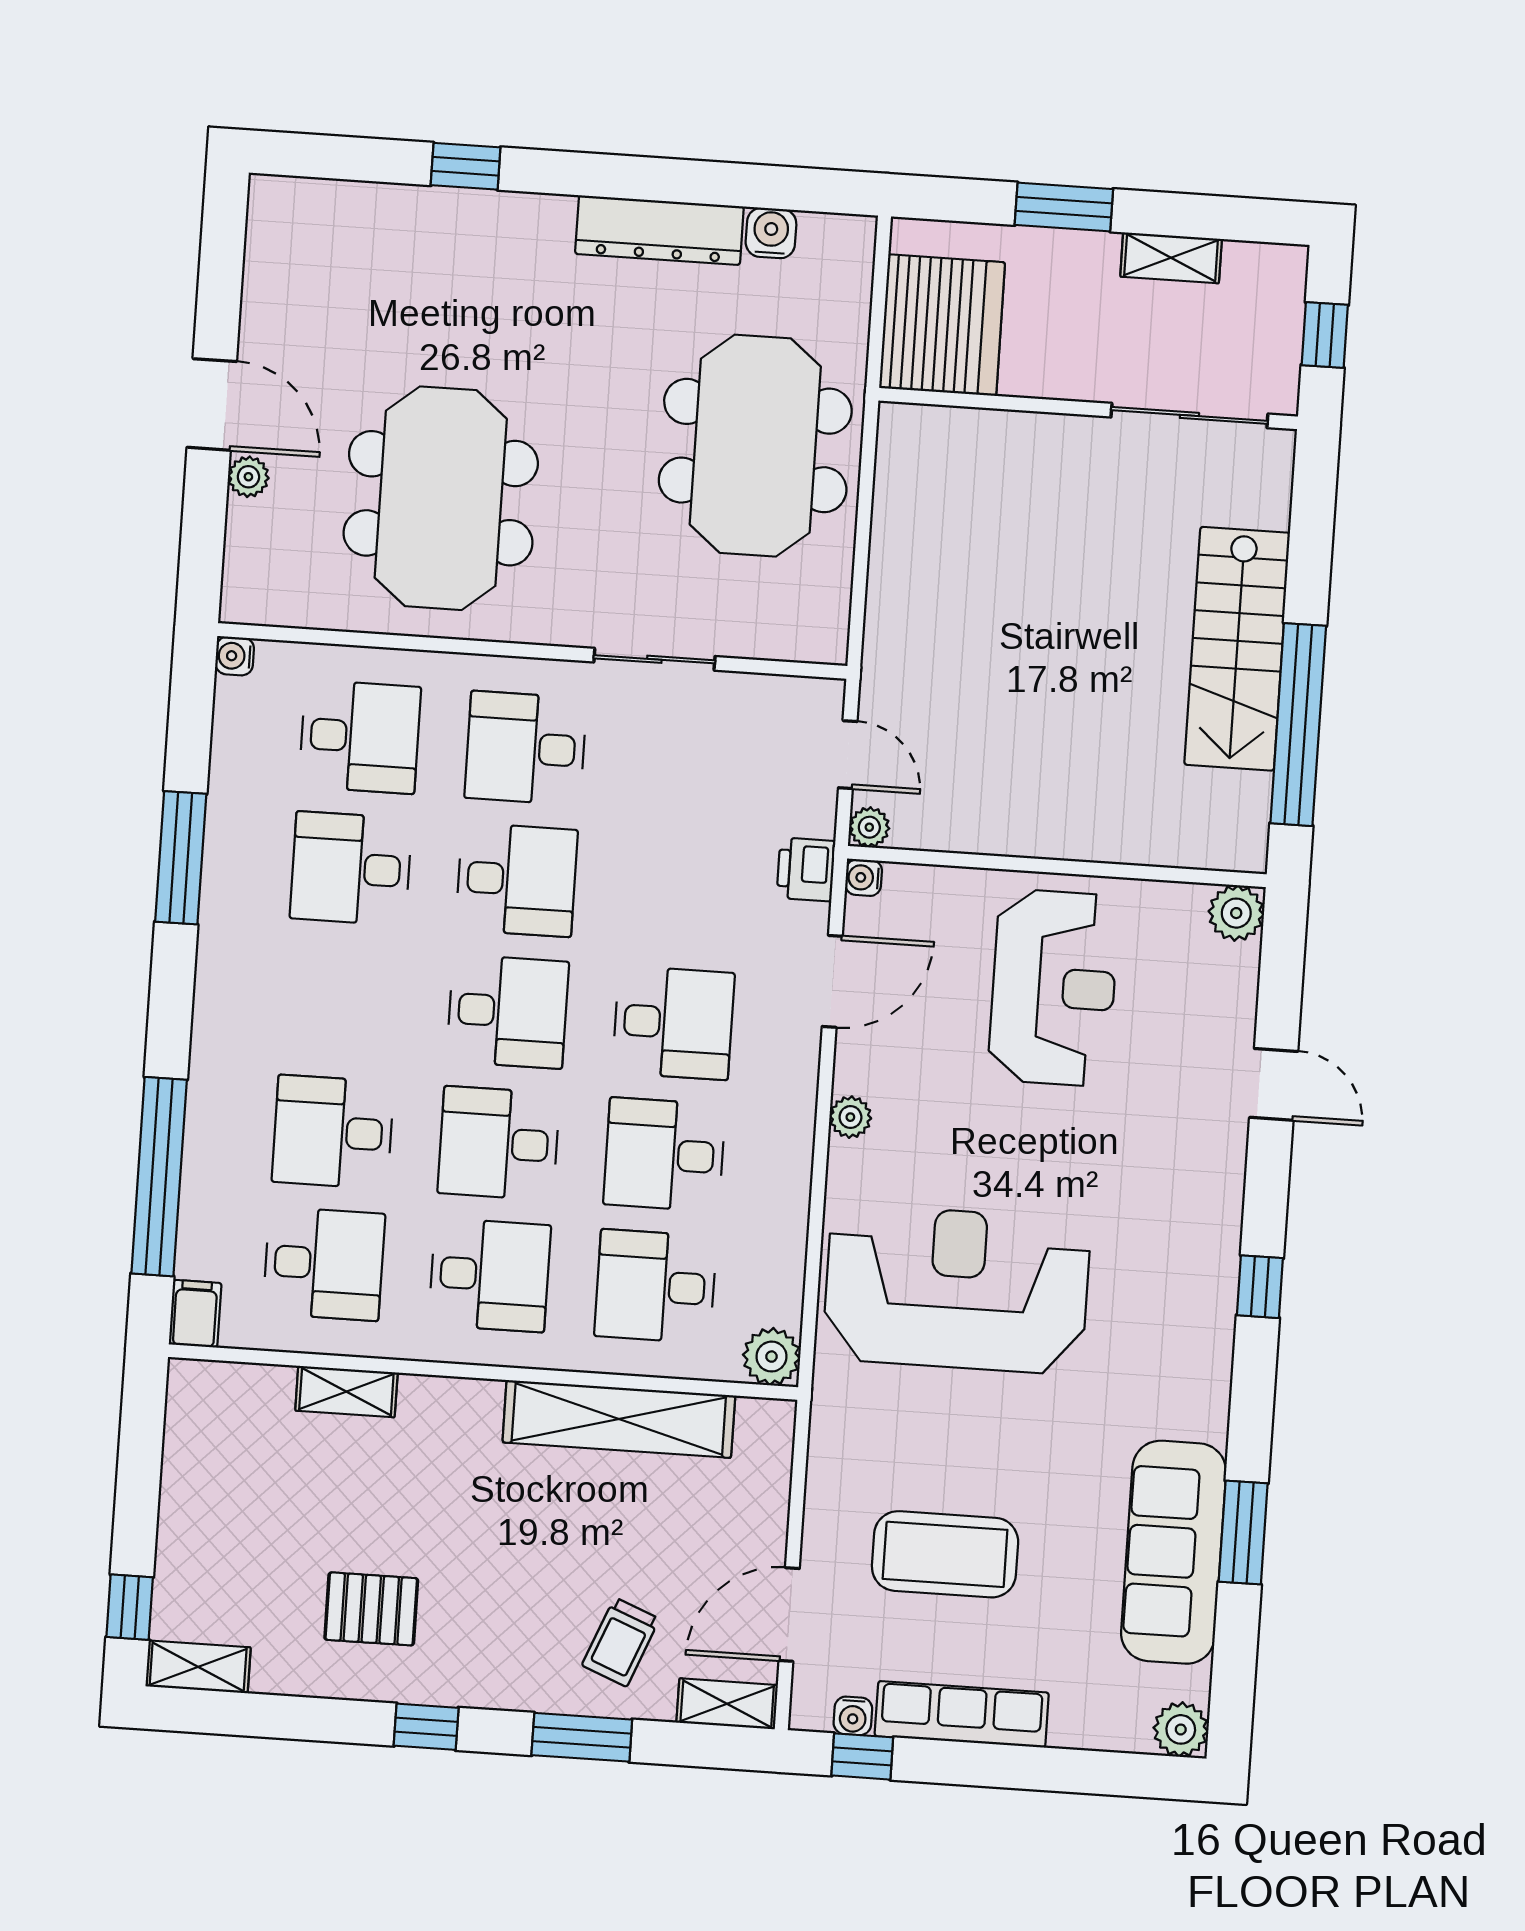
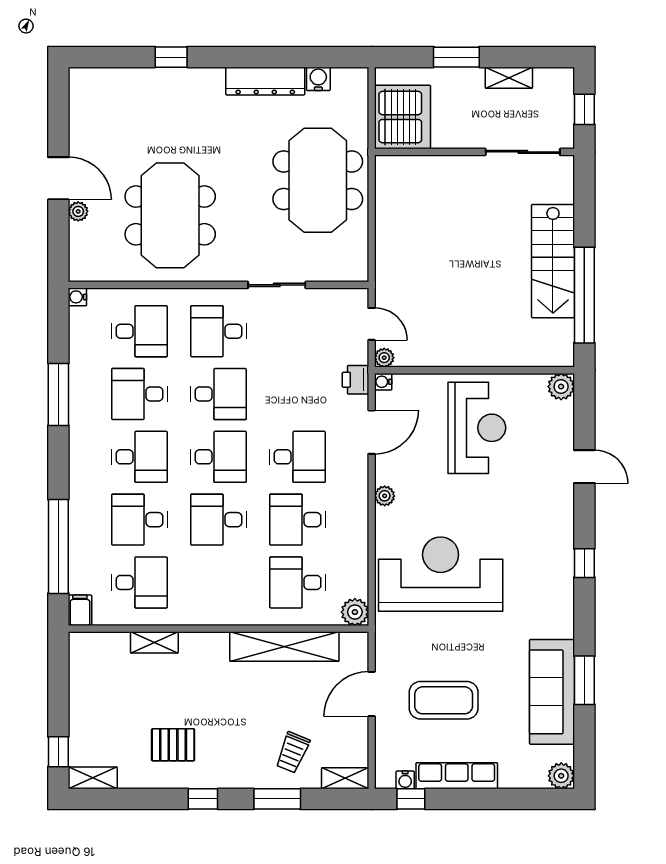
desk: (490, 1275) -> (139, 457), moved
door: (789, 1614) -> (372, 694), moved

